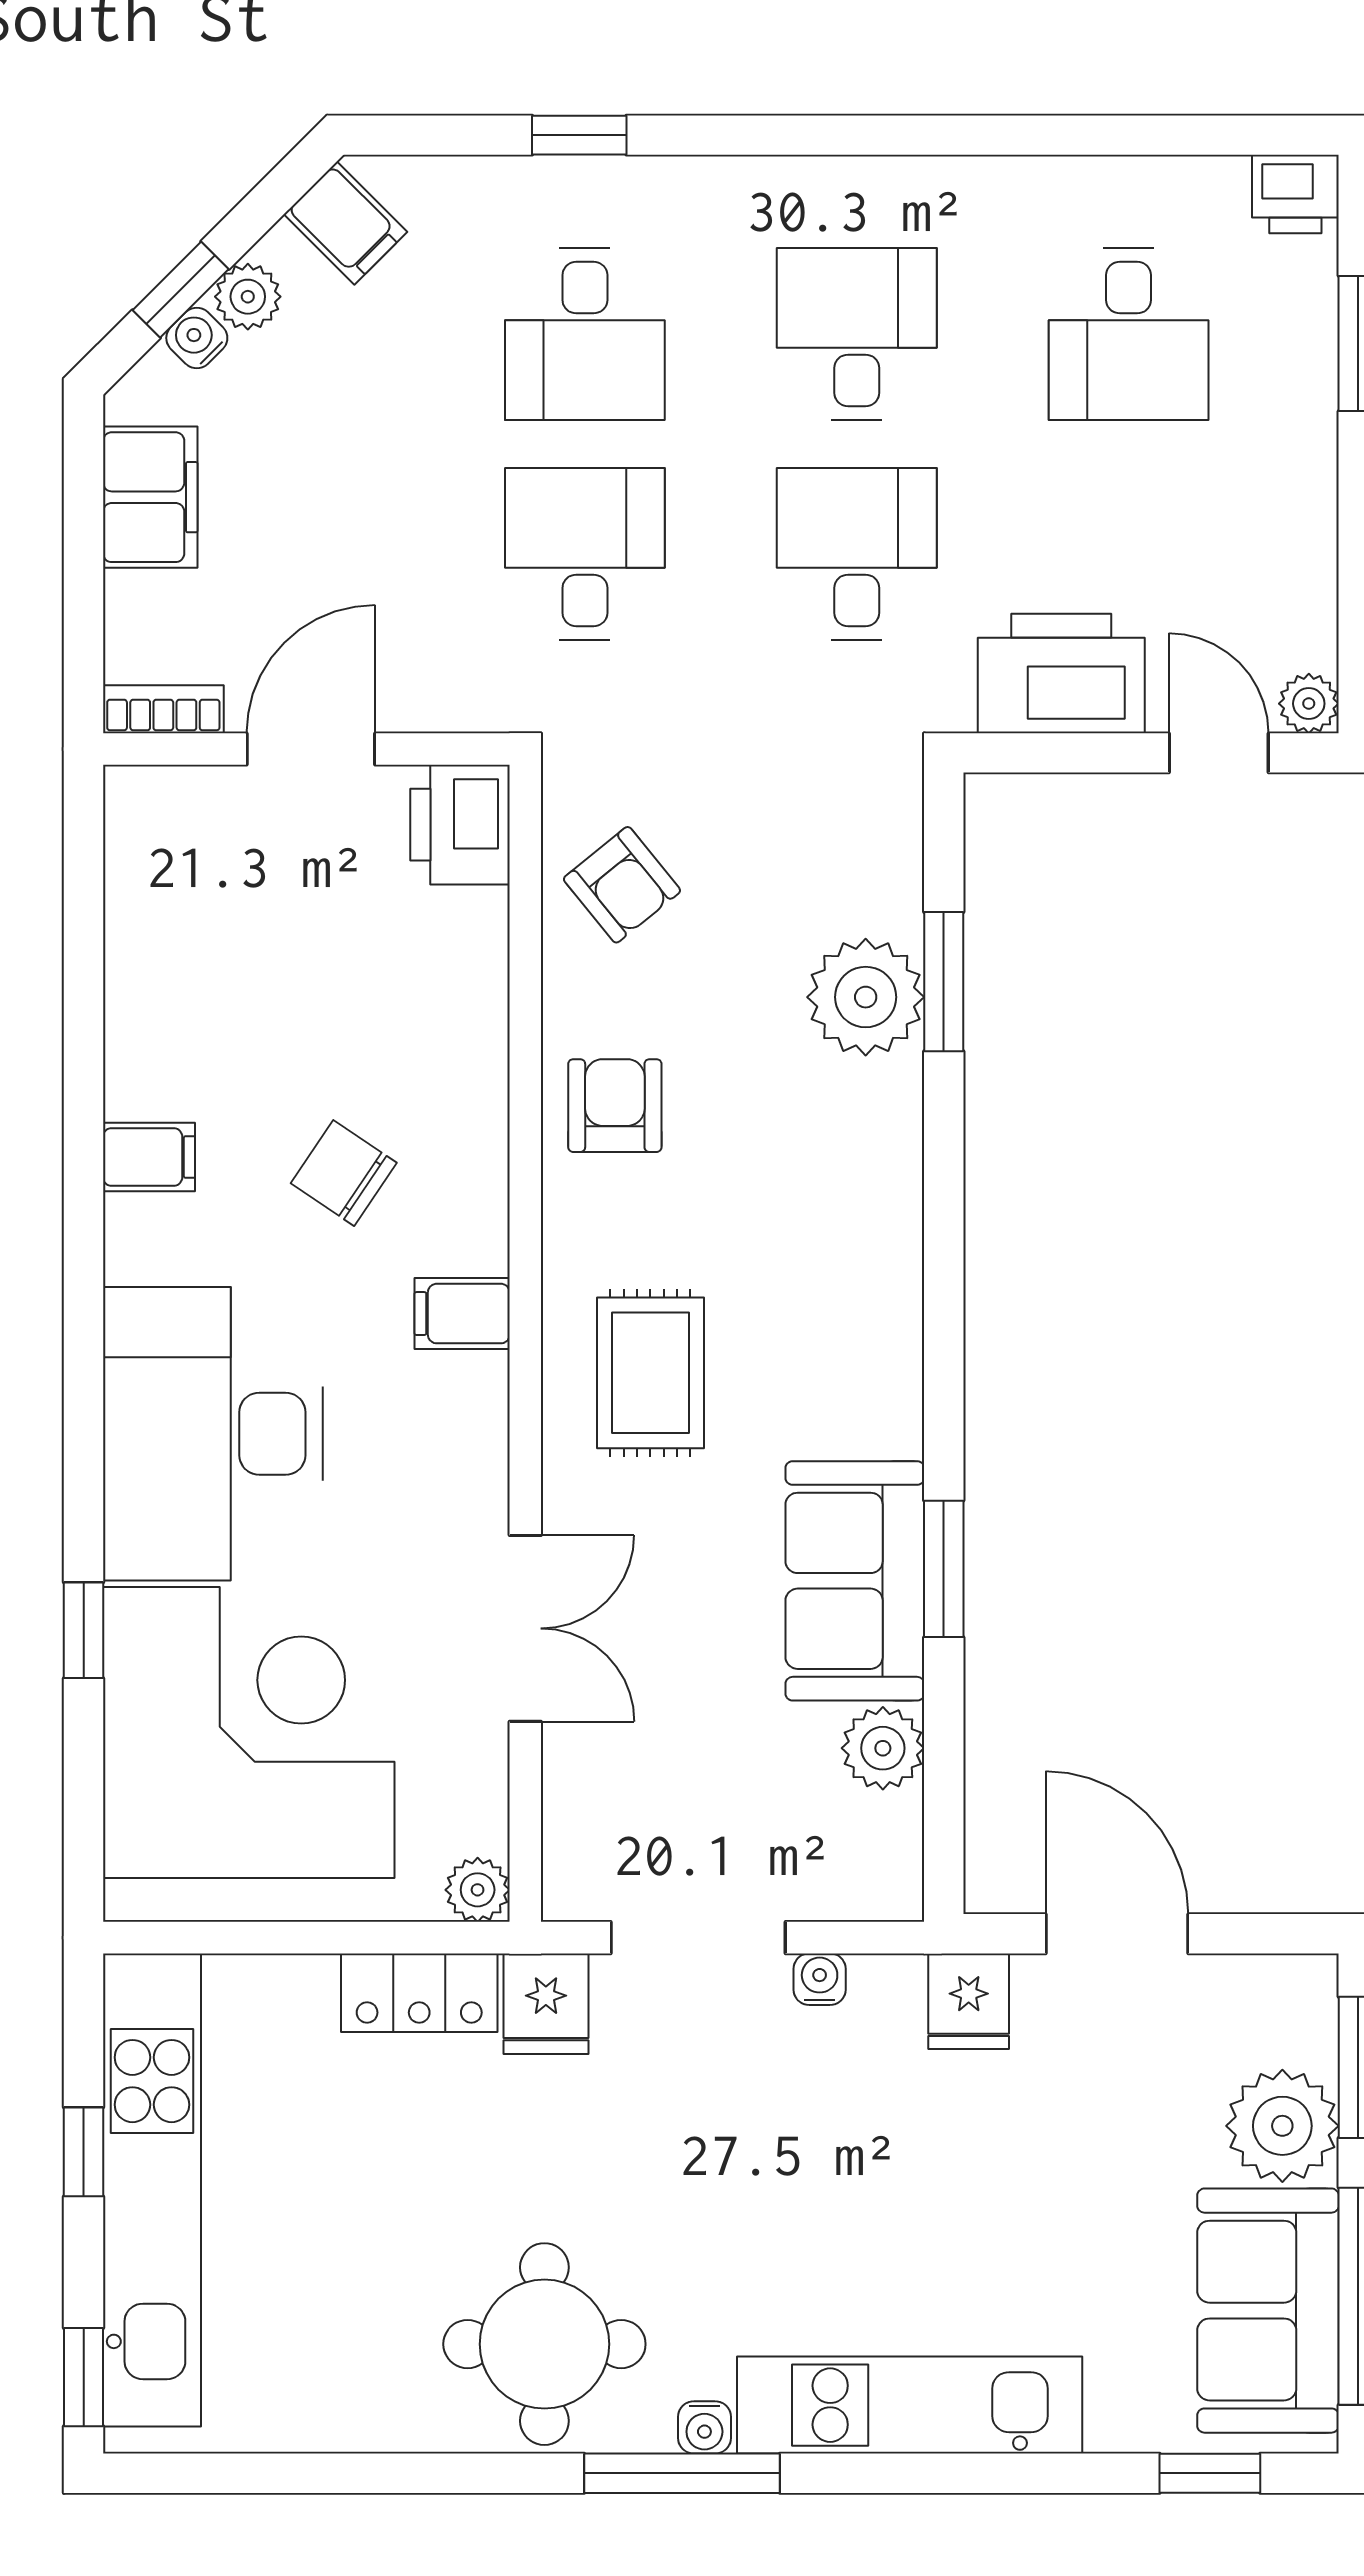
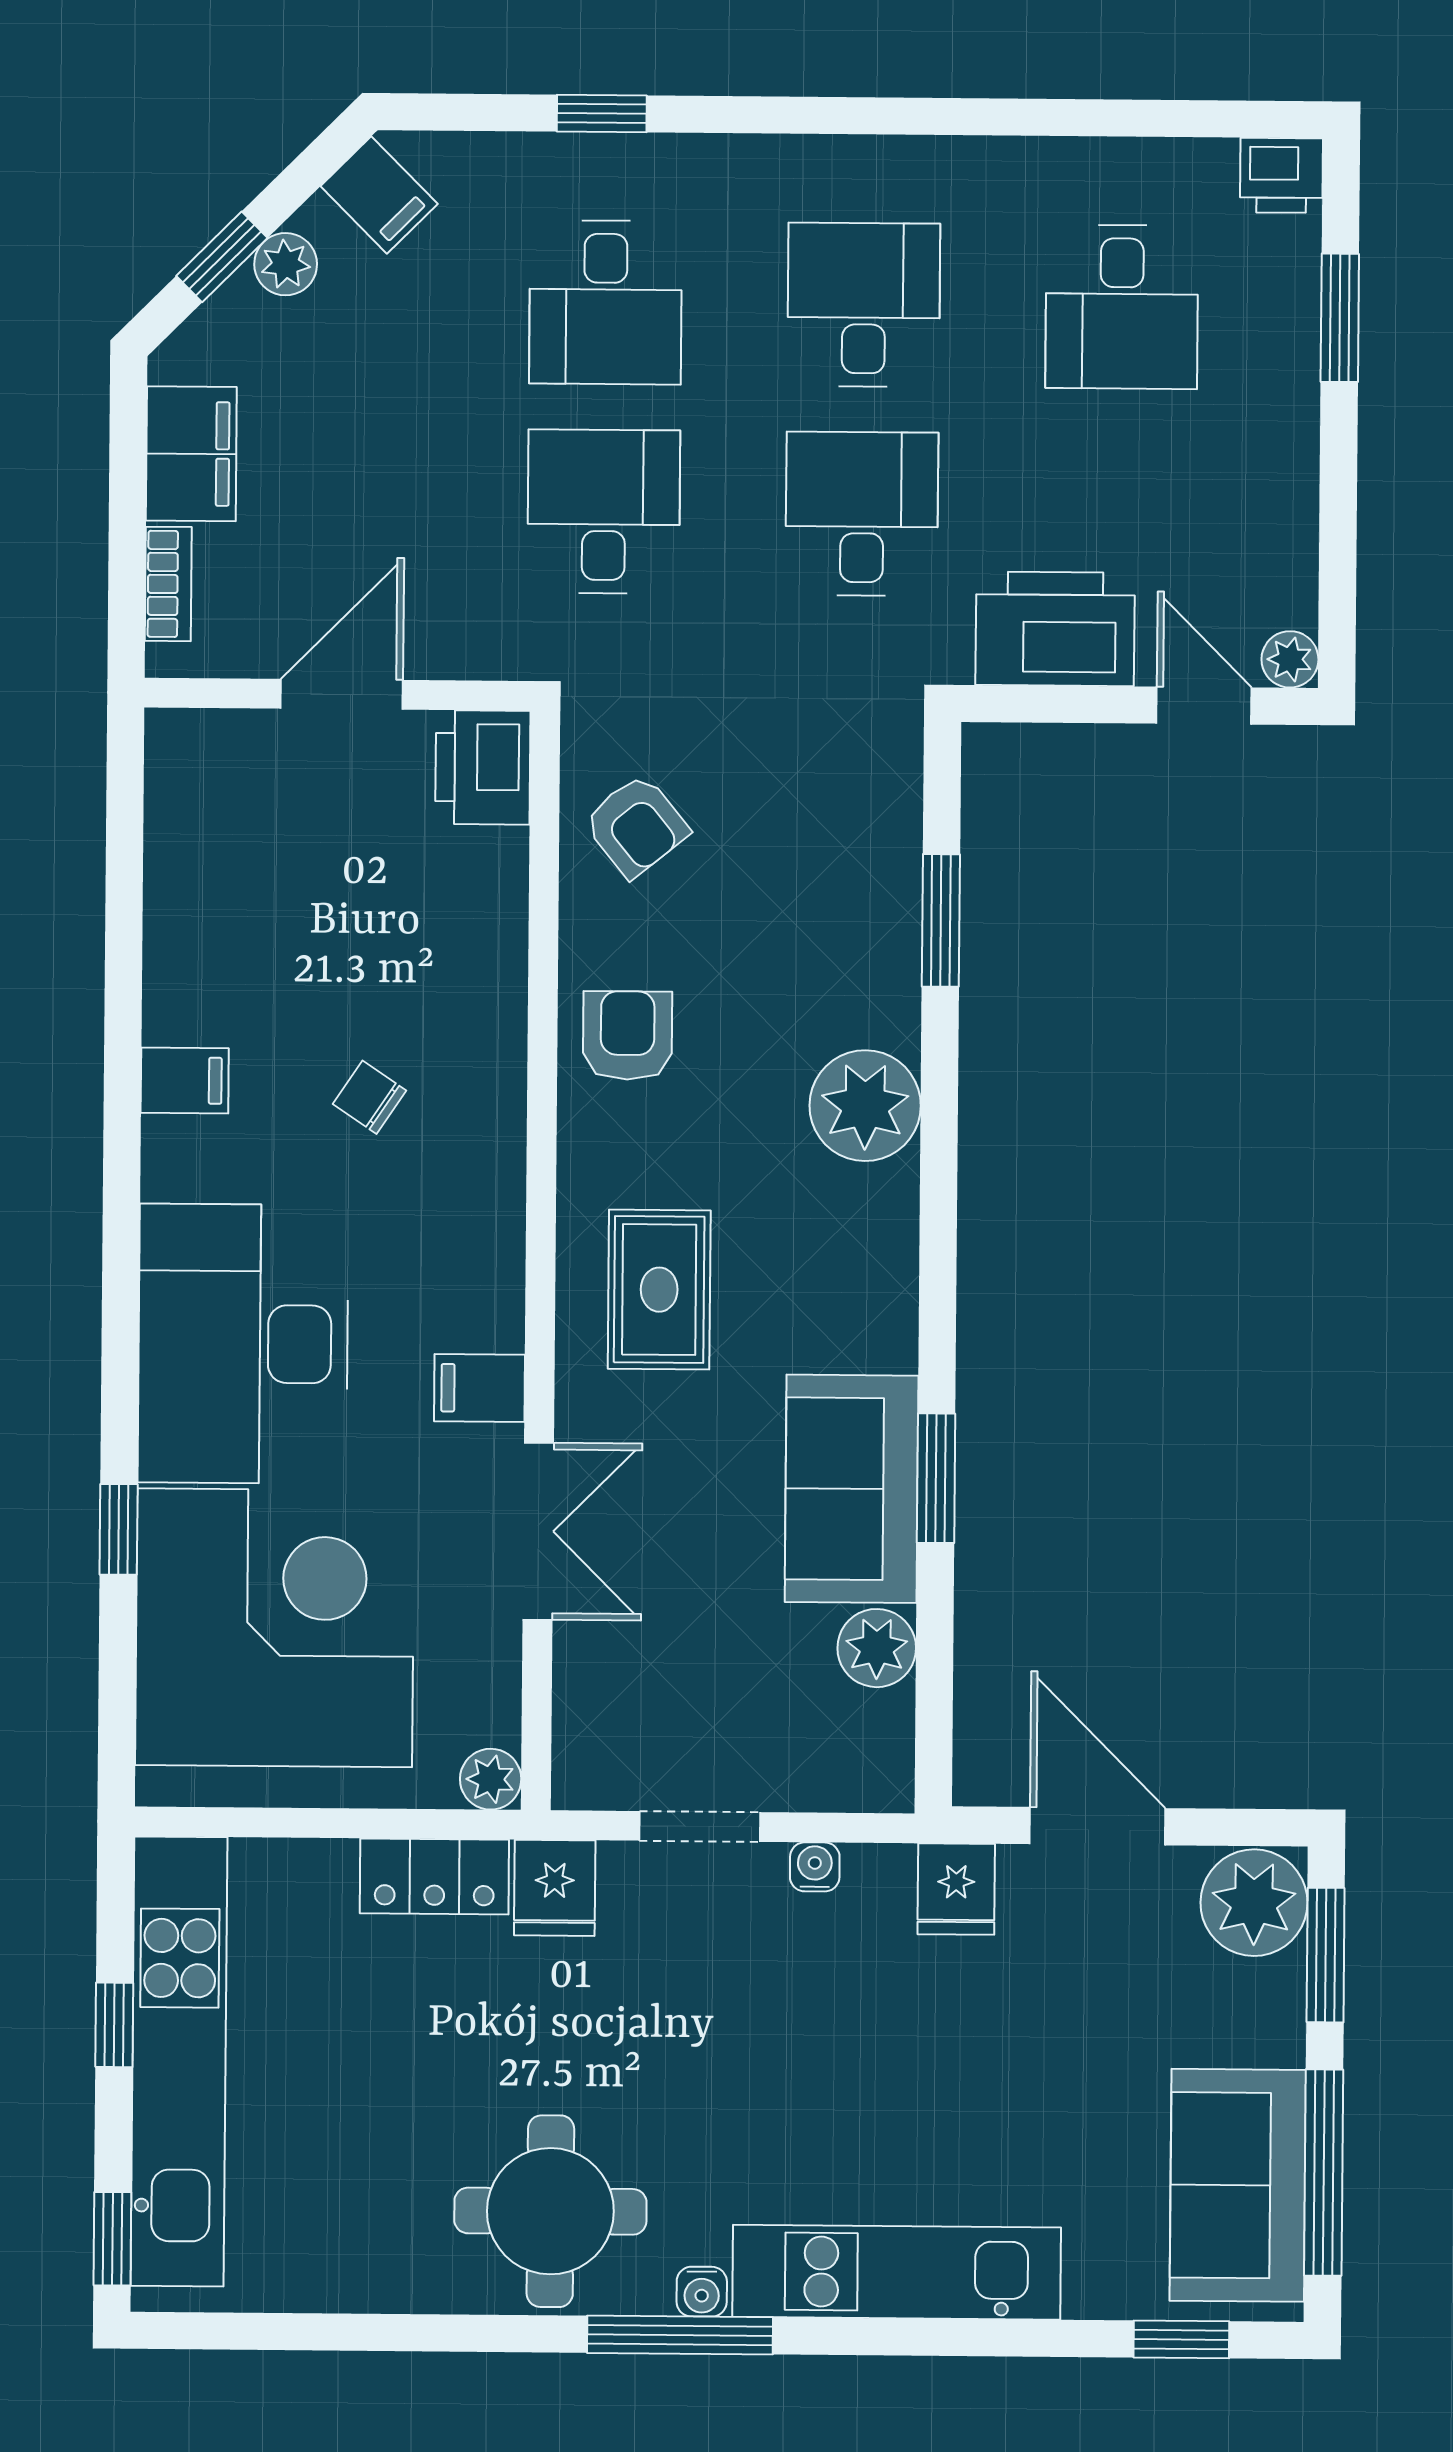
water cooler: (197, 338) -> (237, 303), removed
bookcase: (163, 709) -> (168, 584), moved, turned 90
plant: (866, 997) -> (865, 1106), moved
chair: (344, 1173) -> (369, 1097), width x0.73, depth x0.73
filing cabinet: (462, 1314) -> (479, 1388), moved
doorway: (698, 1938) -> (700, 1826), width x0.73
plant: (1282, 2126) -> (1254, 1903), moved

